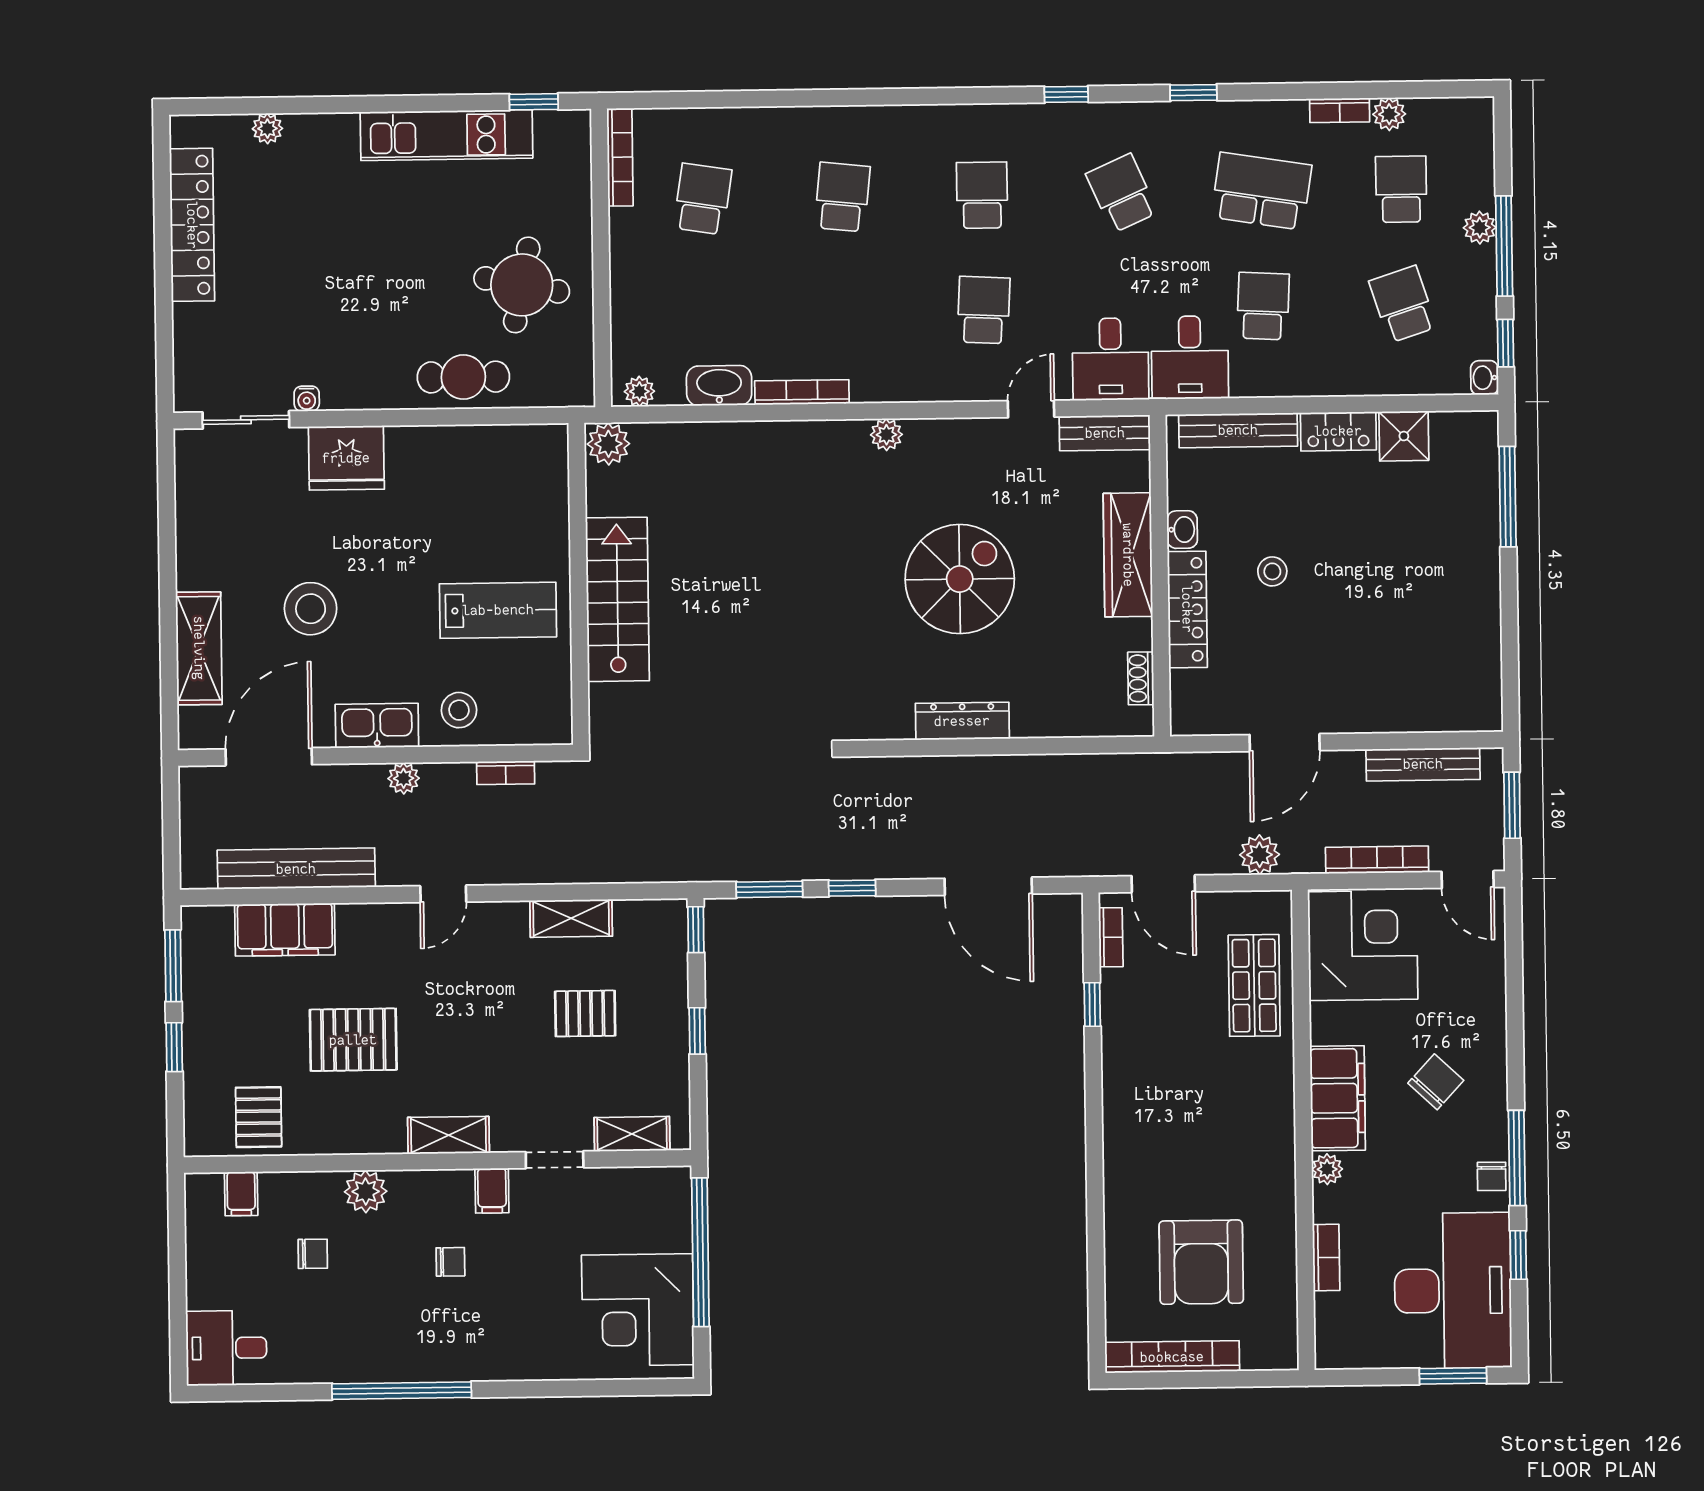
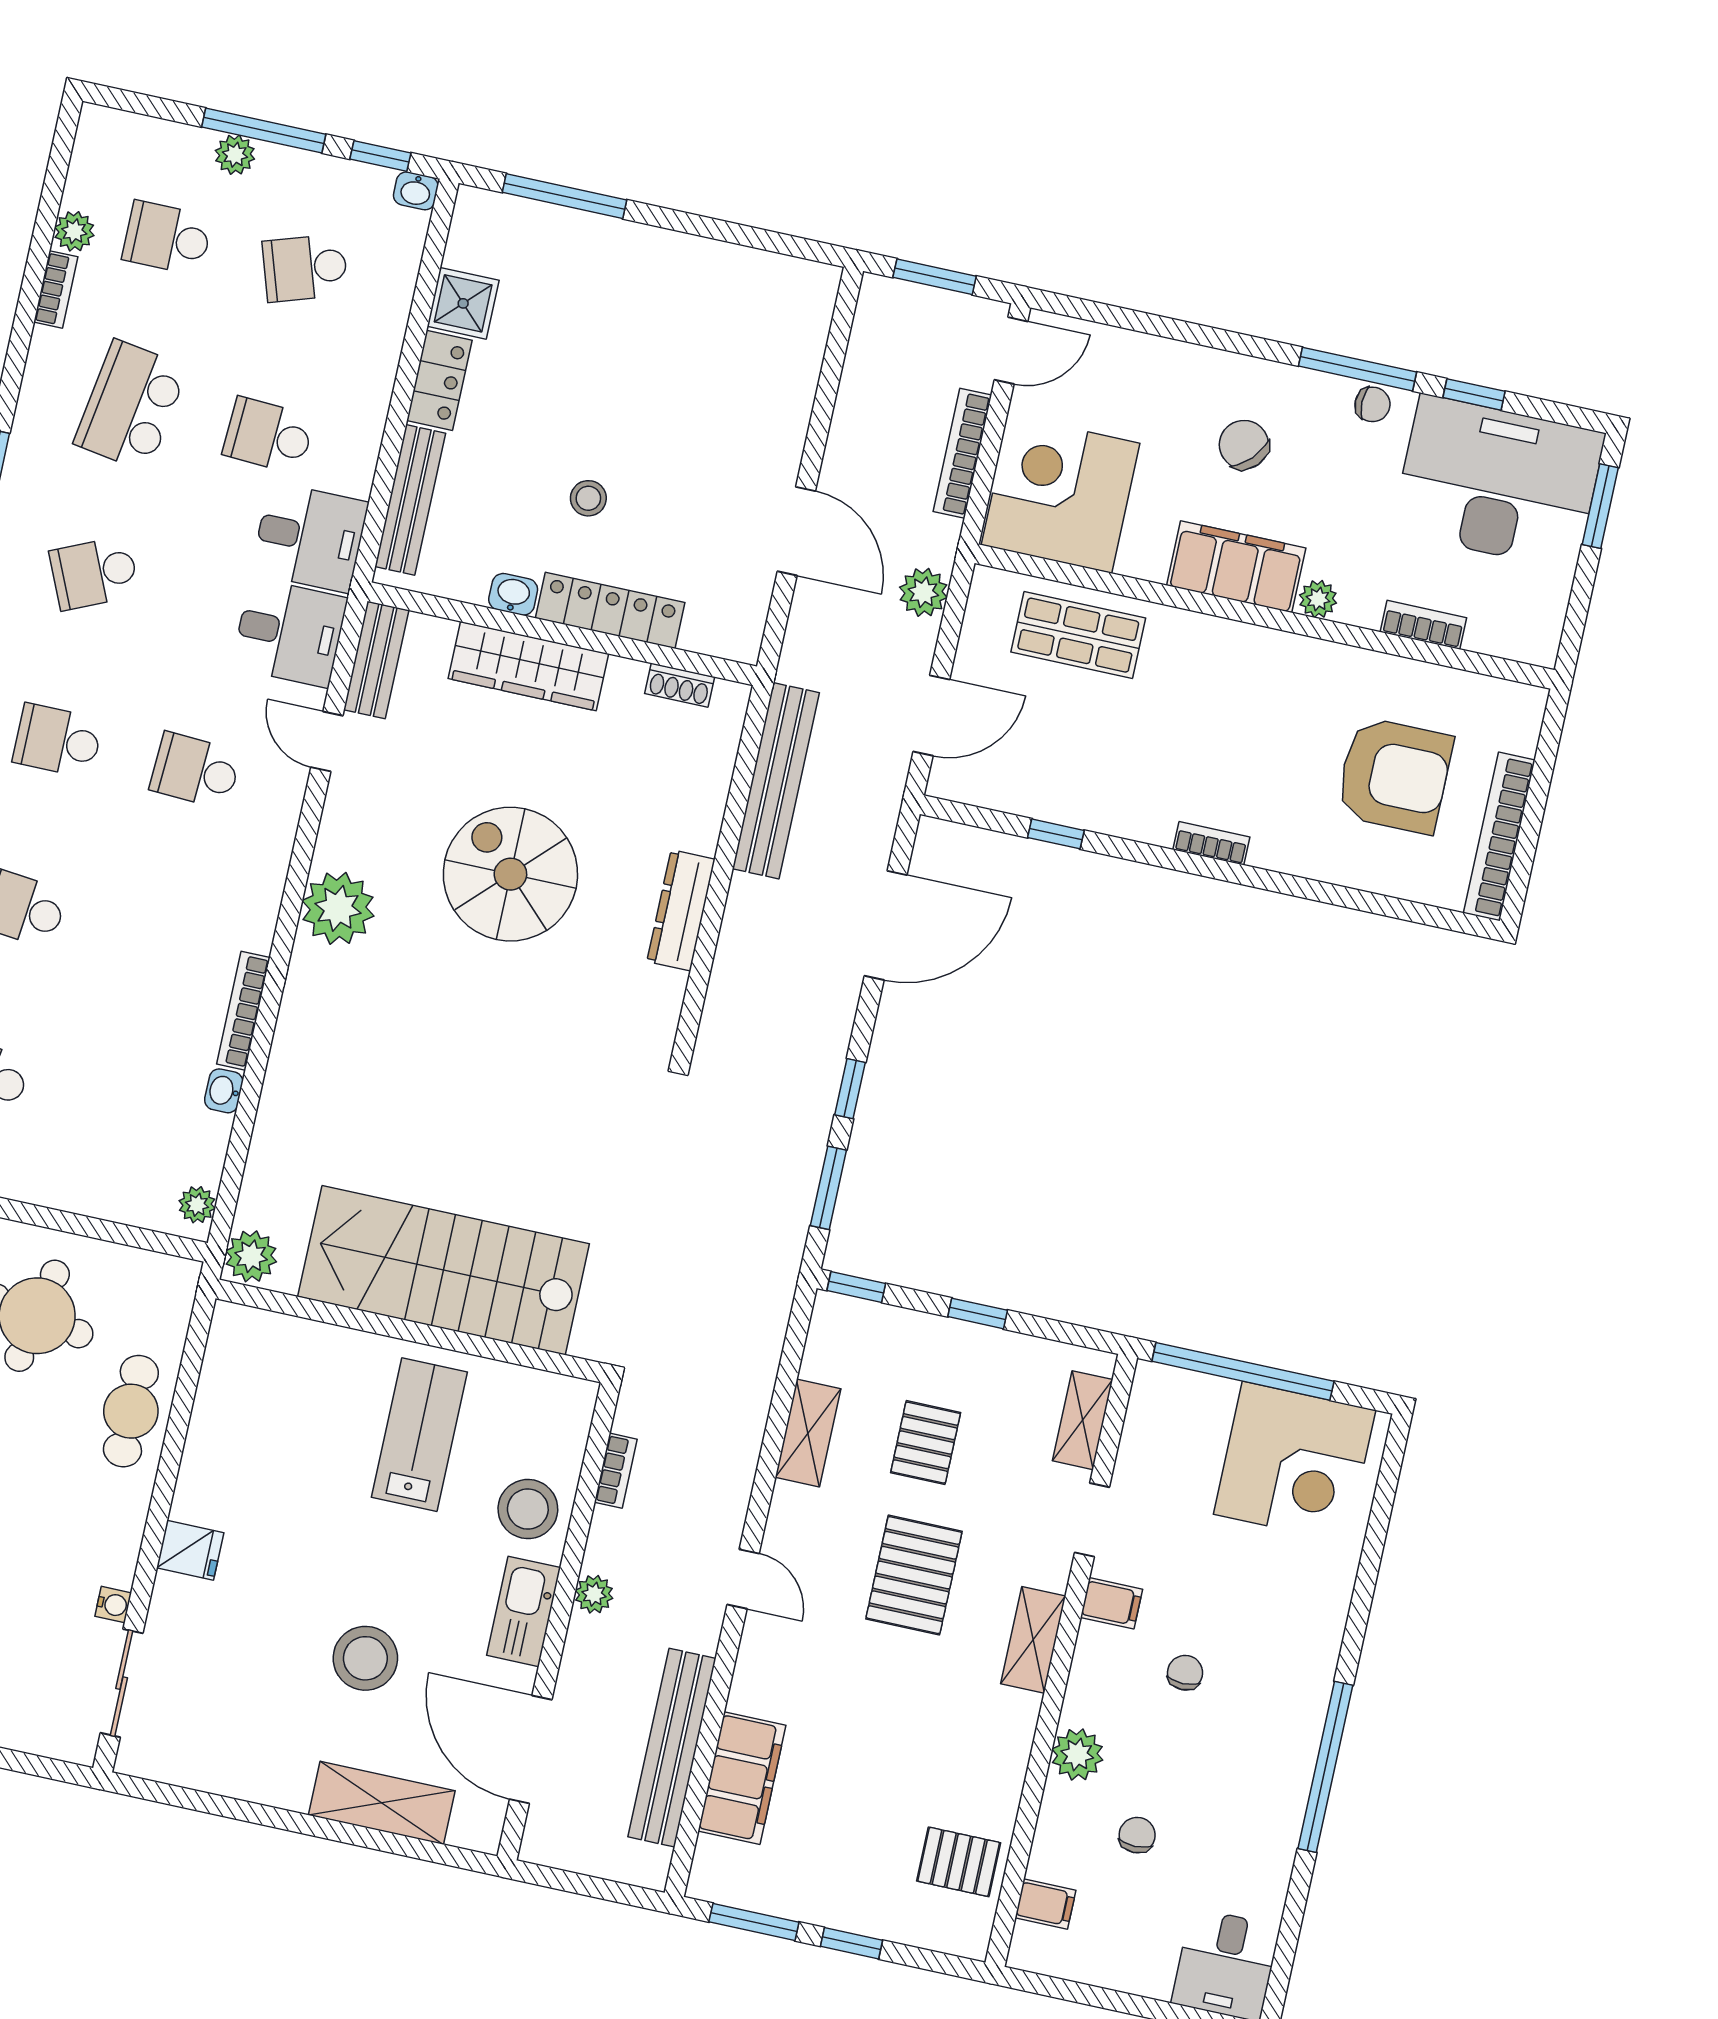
washbasin: (719, 386) -> (224, 1091), width x0.52, depth x0.69
plant: (886, 435) -> (338, 908), width x1.87, depth x1.87
fridge: (346, 458) -> (190, 1550), width x0.53, depth x0.75
stairs: (617, 599) -> (444, 1270), width x1.36, depth x1.51
stool: (459, 710) -> (528, 1509), width x1.38, depth x1.38
bench: (1423, 764) -> (776, 781), moved, width x1.37, depth x1.21
bookcase: (1111, 937) -> (1211, 843), moved
pallet: (353, 1040) -> (914, 1575), moved

